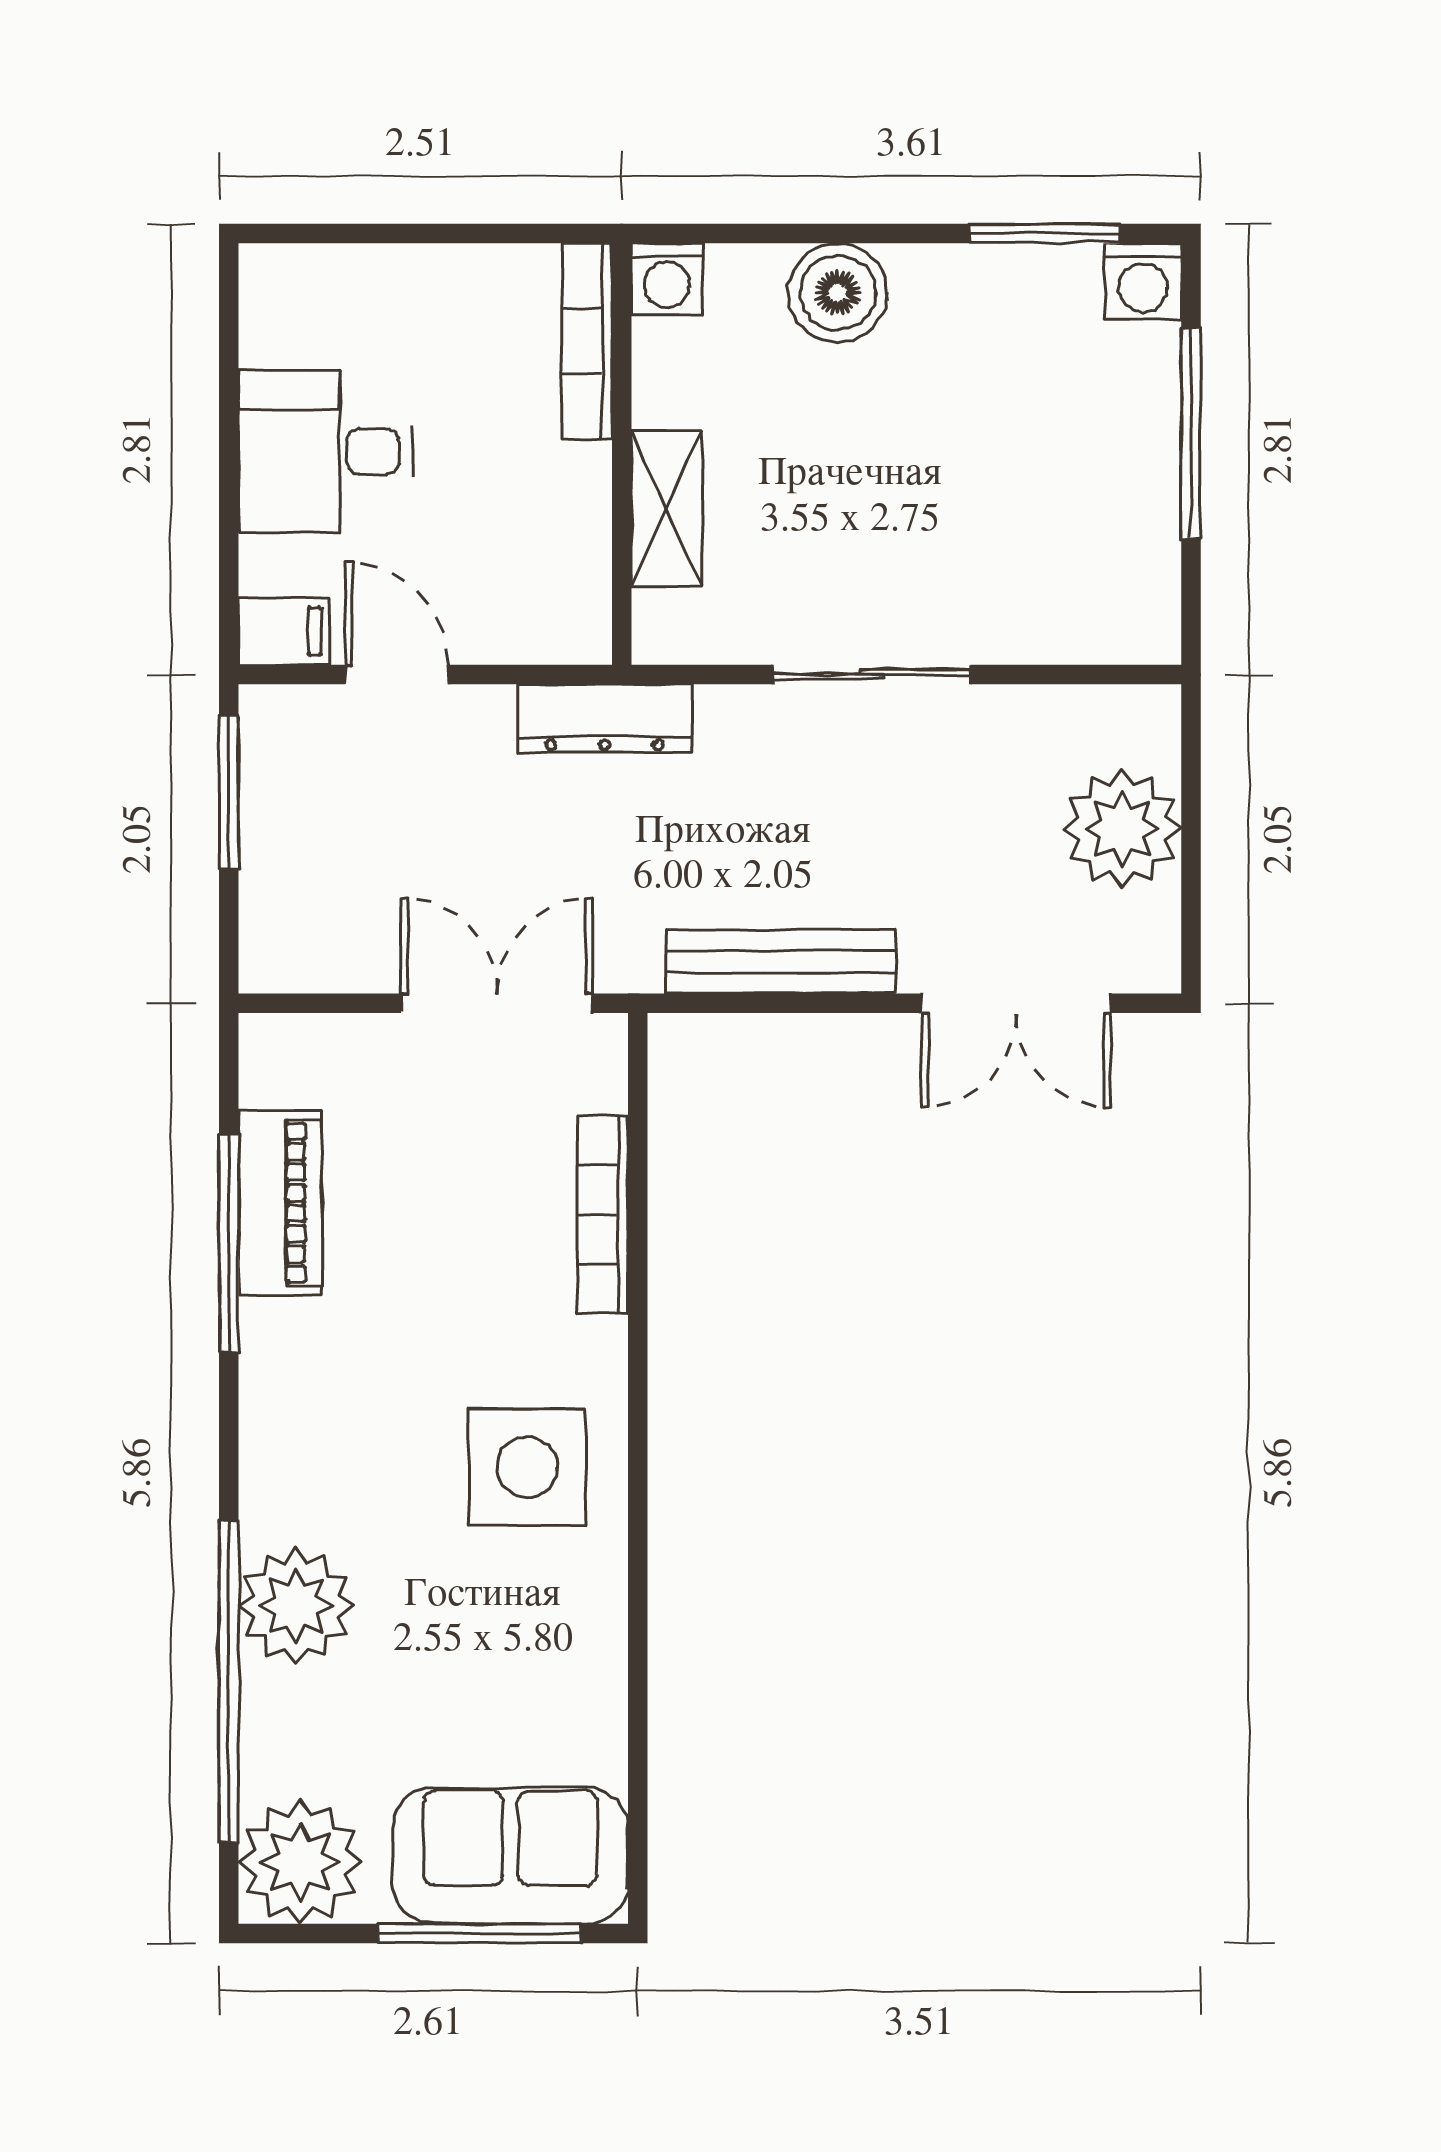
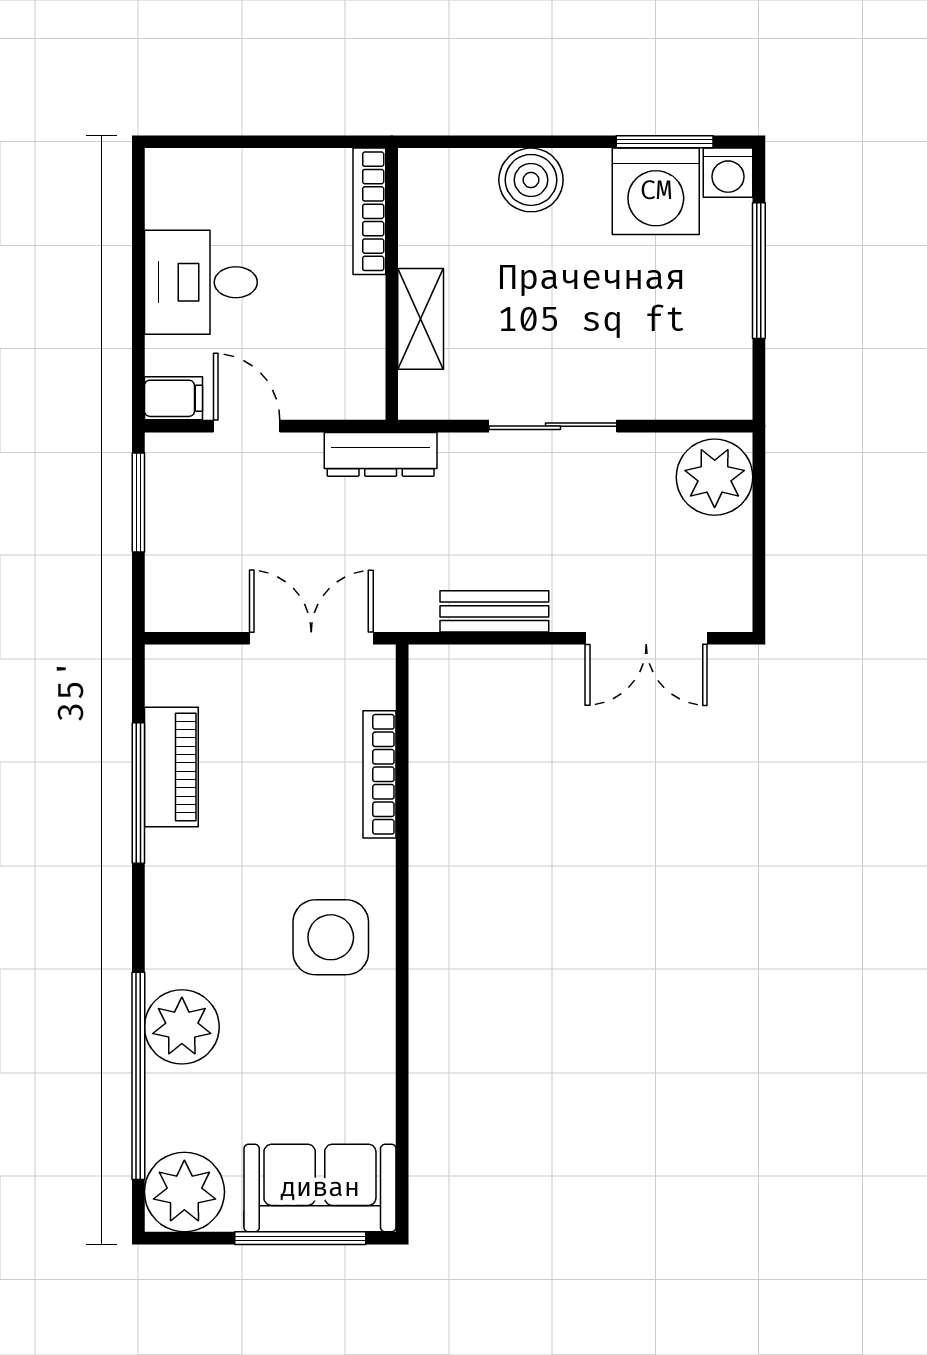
washing machine: (667, 279) -> (656, 191), moved, width x1.89, depth x1.89
plant: (1122, 829) -> (715, 477), moved
bench: (781, 962) -> (494, 611), width x0.73

